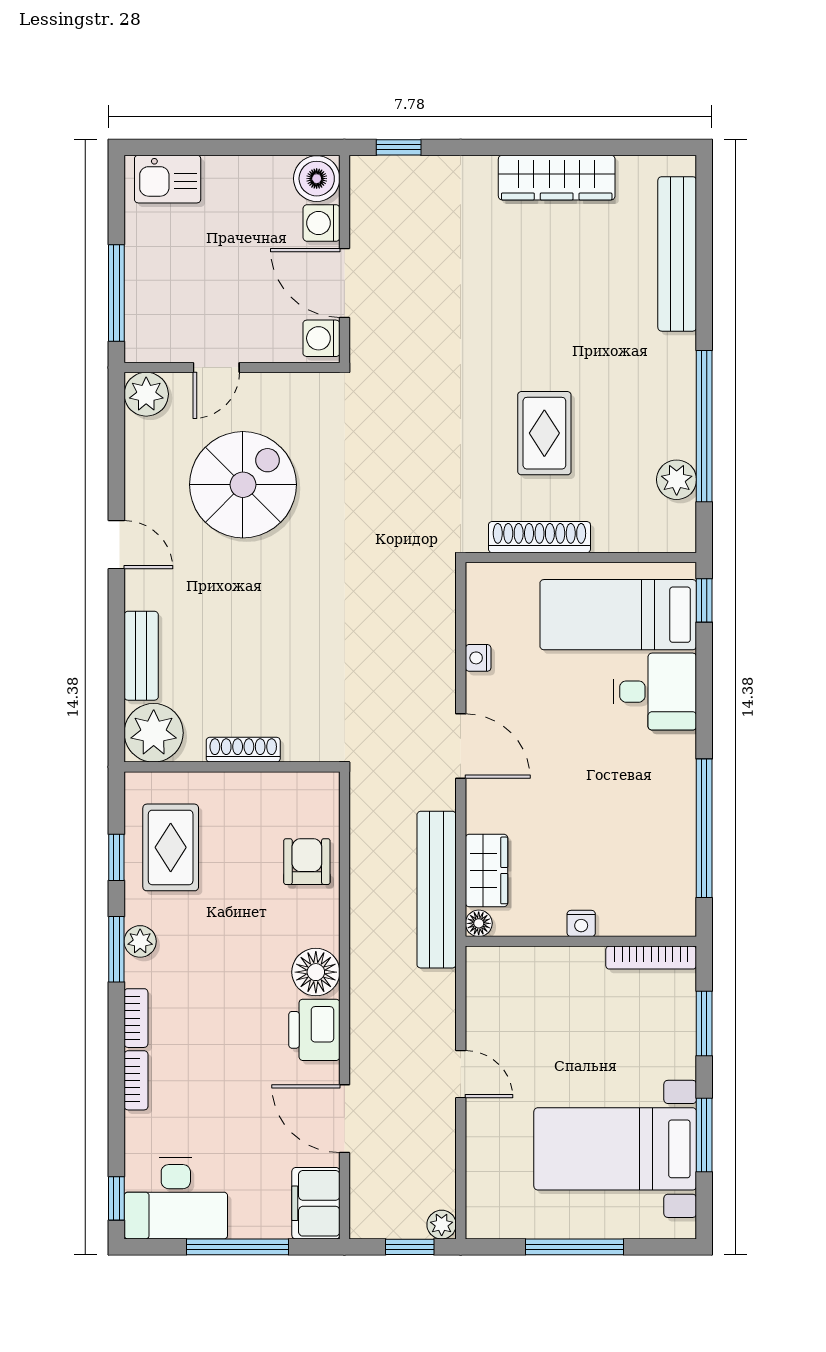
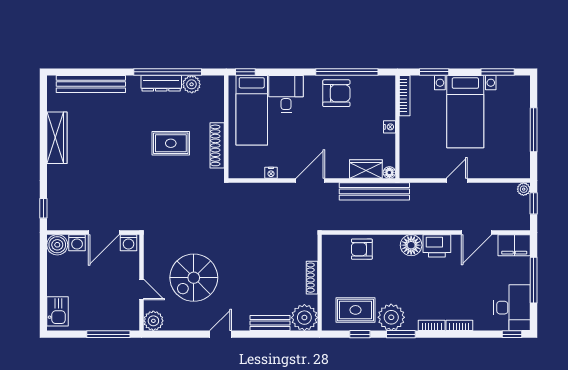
dresser: (679, 412) -> (161, 83), added
spiral stairs: (243, 485) -> (194, 278), turned -90
armchair: (657, 804) -> (336, 93), added
plant: (140, 941) -> (391, 317), width x1.88, depth x1.88
window: (704, 1135) -> (498, 72), moved
bed with nightstands: (615, 1149) -> (465, 112), moved

